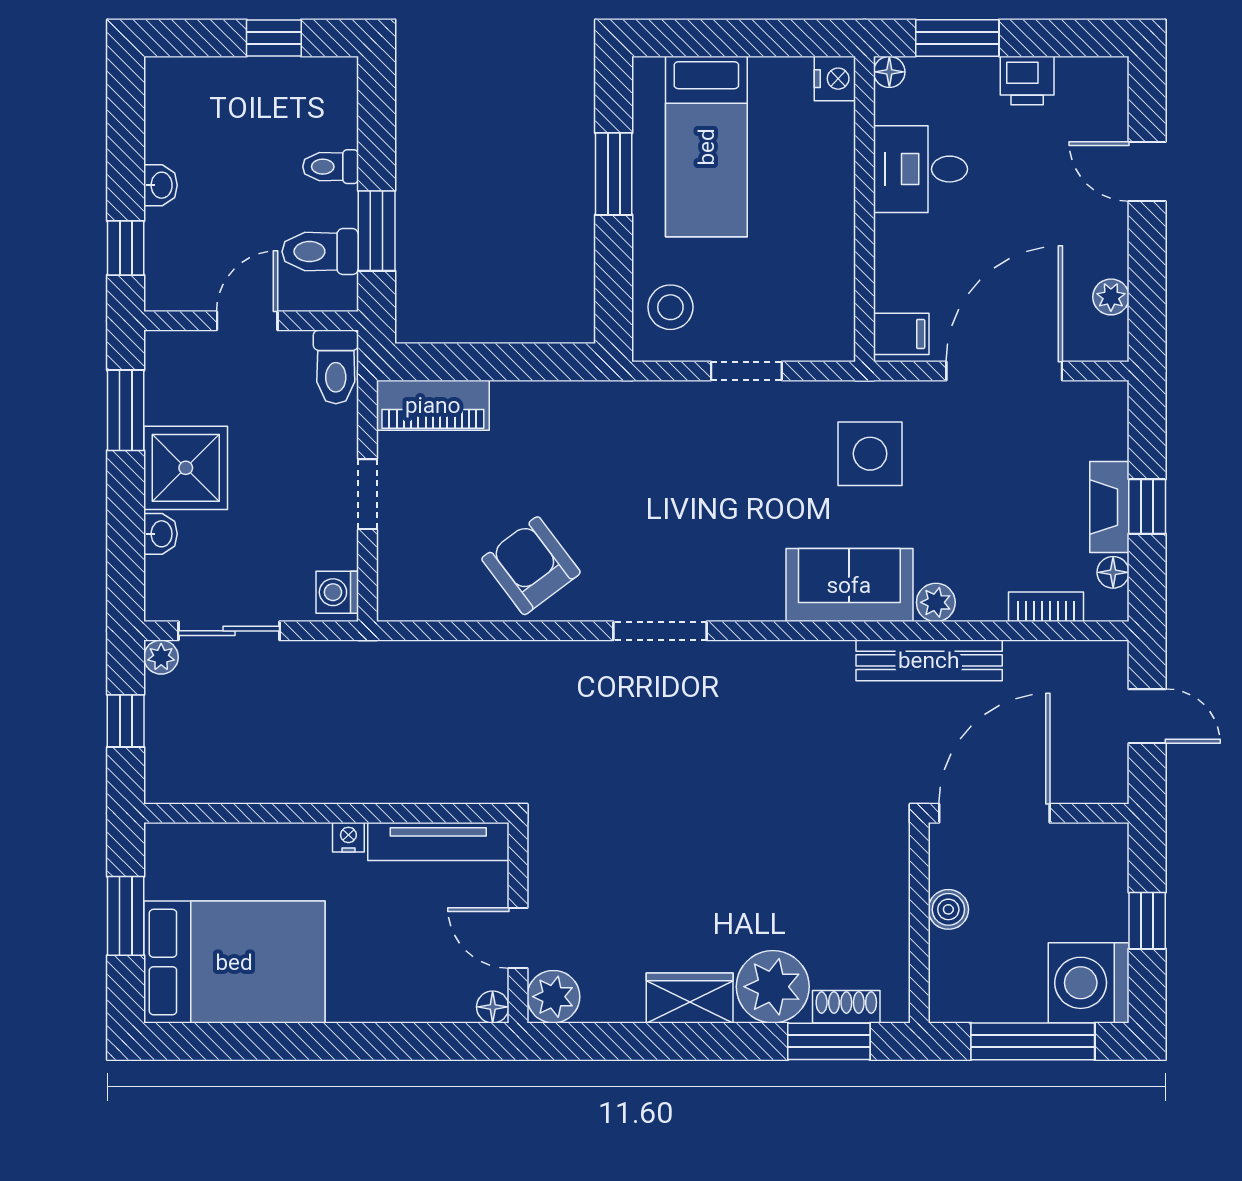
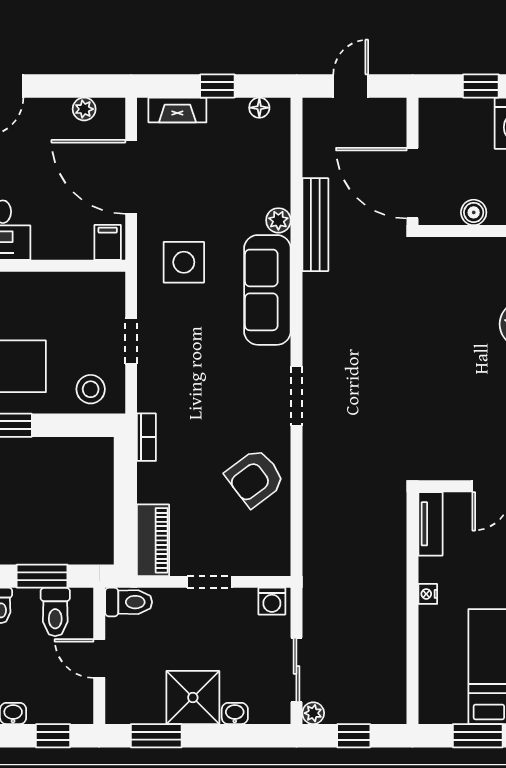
fireplace: (1109, 507) -> (177, 110), moved
sofa: (849, 585) -> (267, 290), width x1.36
bookcase: (1046, 607) -> (146, 437), moved, turned 180
tv unit: (438, 841) -> (430, 524), width x0.71

